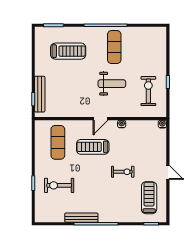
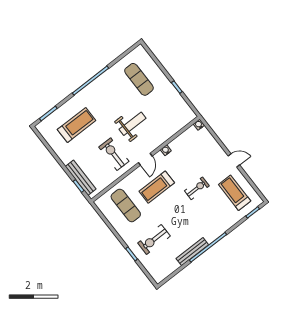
exercise mat: (114, 47) -> (139, 79), moved
exercise bike: (148, 91) -> (114, 154), moved

